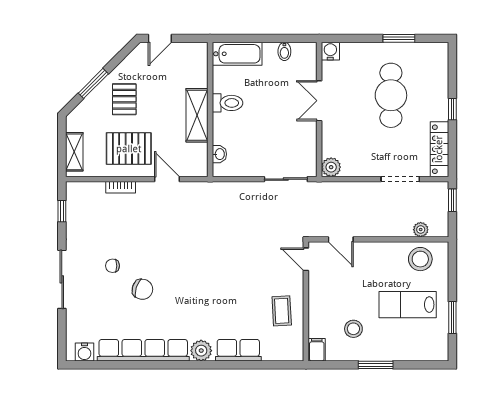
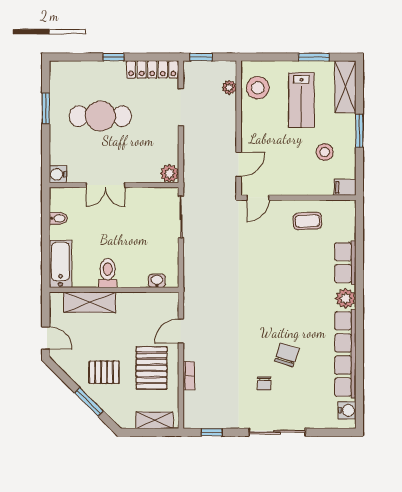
shelving: (197, 115) -> (90, 302), moved
shelving: (421, 350) -> (345, 87), added

